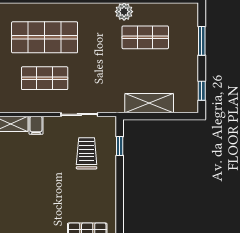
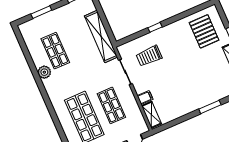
shelving: (149, 103) -> (101, 36), width x1.47
window: (120, 146) -> (155, 27), moved

